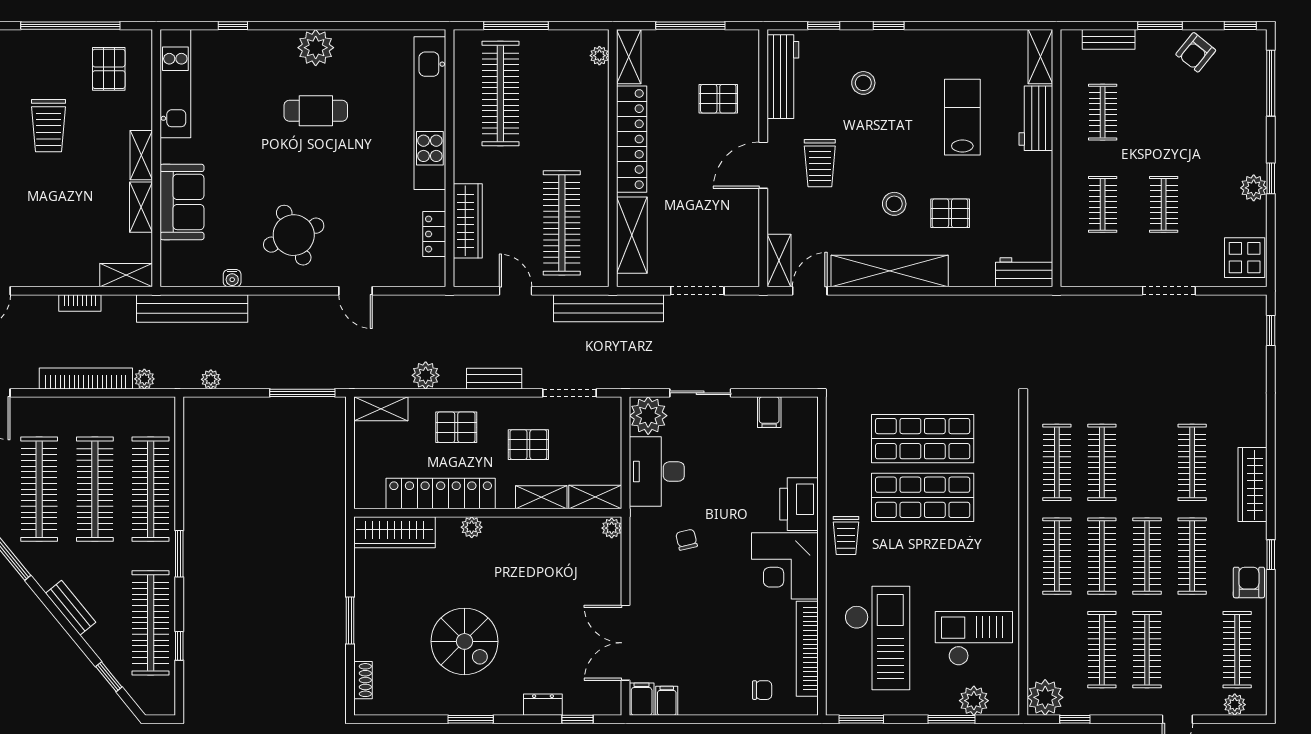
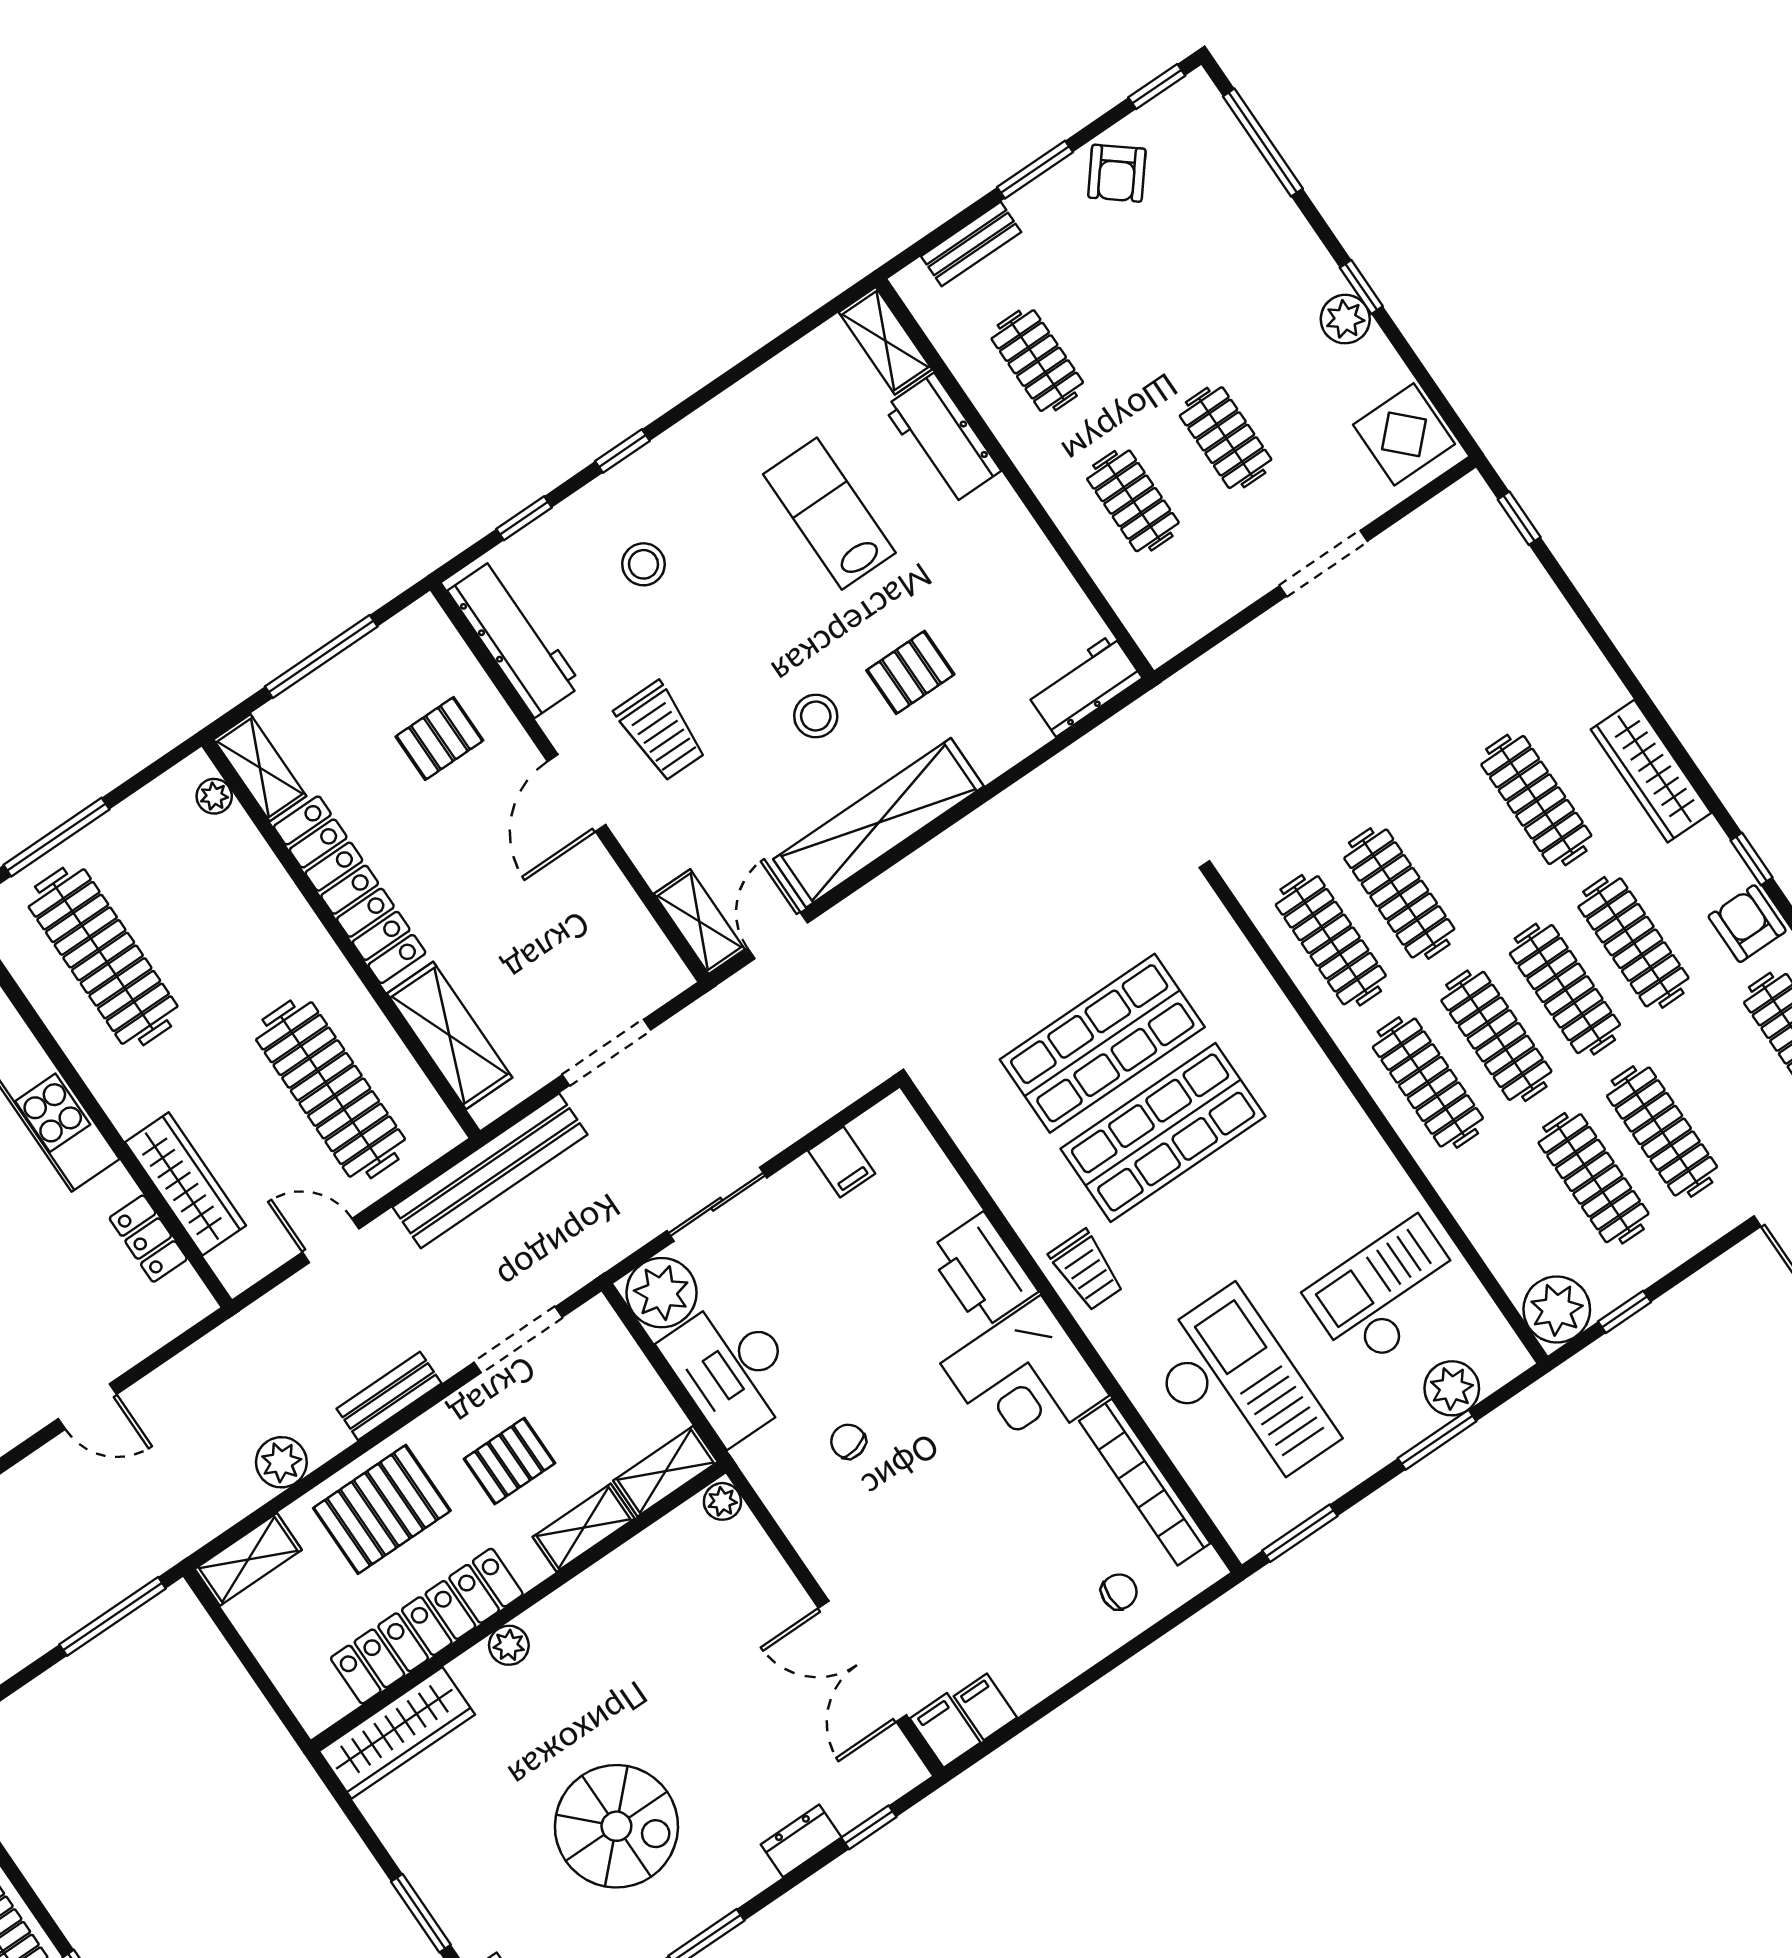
pallet: (456, 427) -> (382, 1509), width x1.50, depth x1.42

